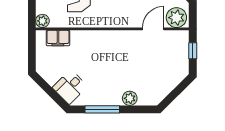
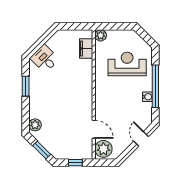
window: (178, 90) -> (42, 150), added
plant: (130, 98) -> (35, 125), moved
window: (102, 109) -> (26, 86), width x0.69

